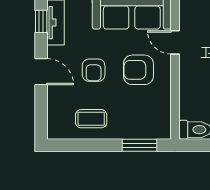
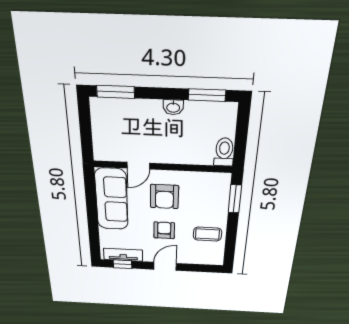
armchair: (94, 70) -> (164, 230), turned -90
coffee table: (91, 119) -> (207, 234), turned 90

